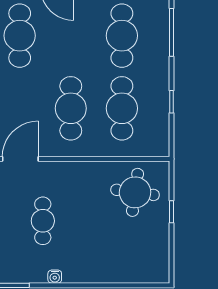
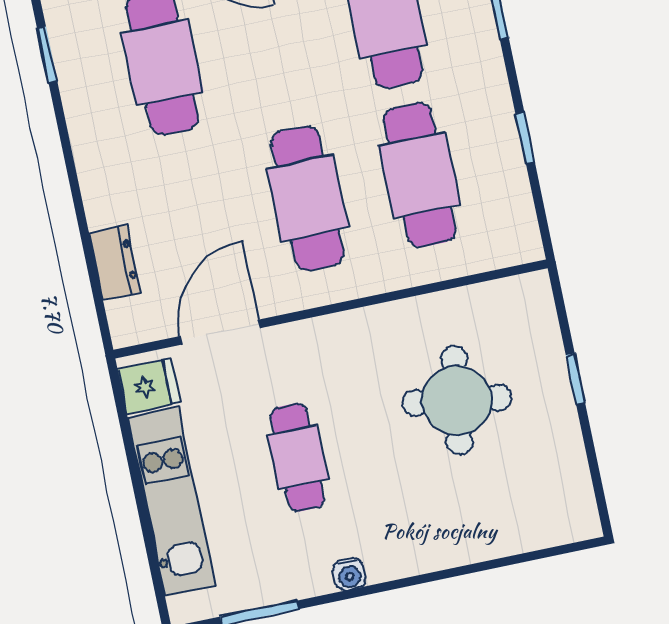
round table: (135, 192) -> (457, 400), moved

